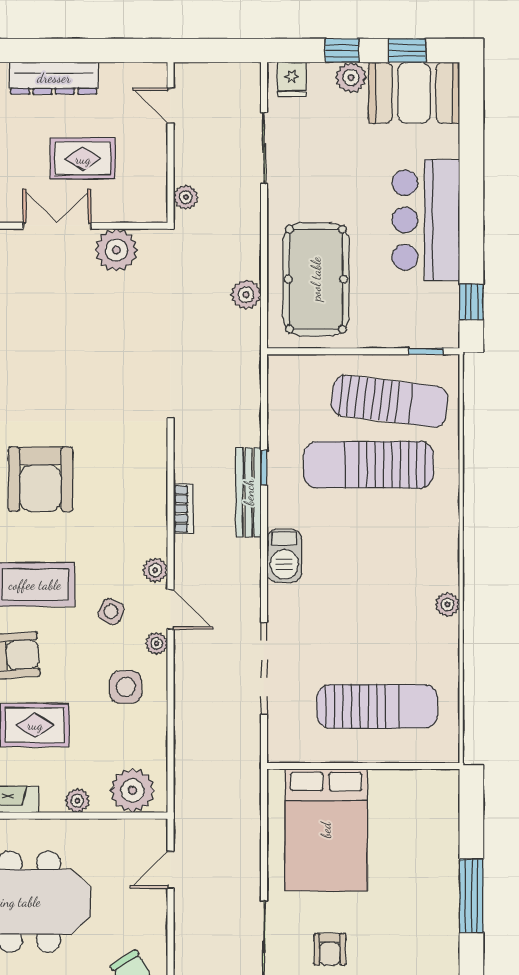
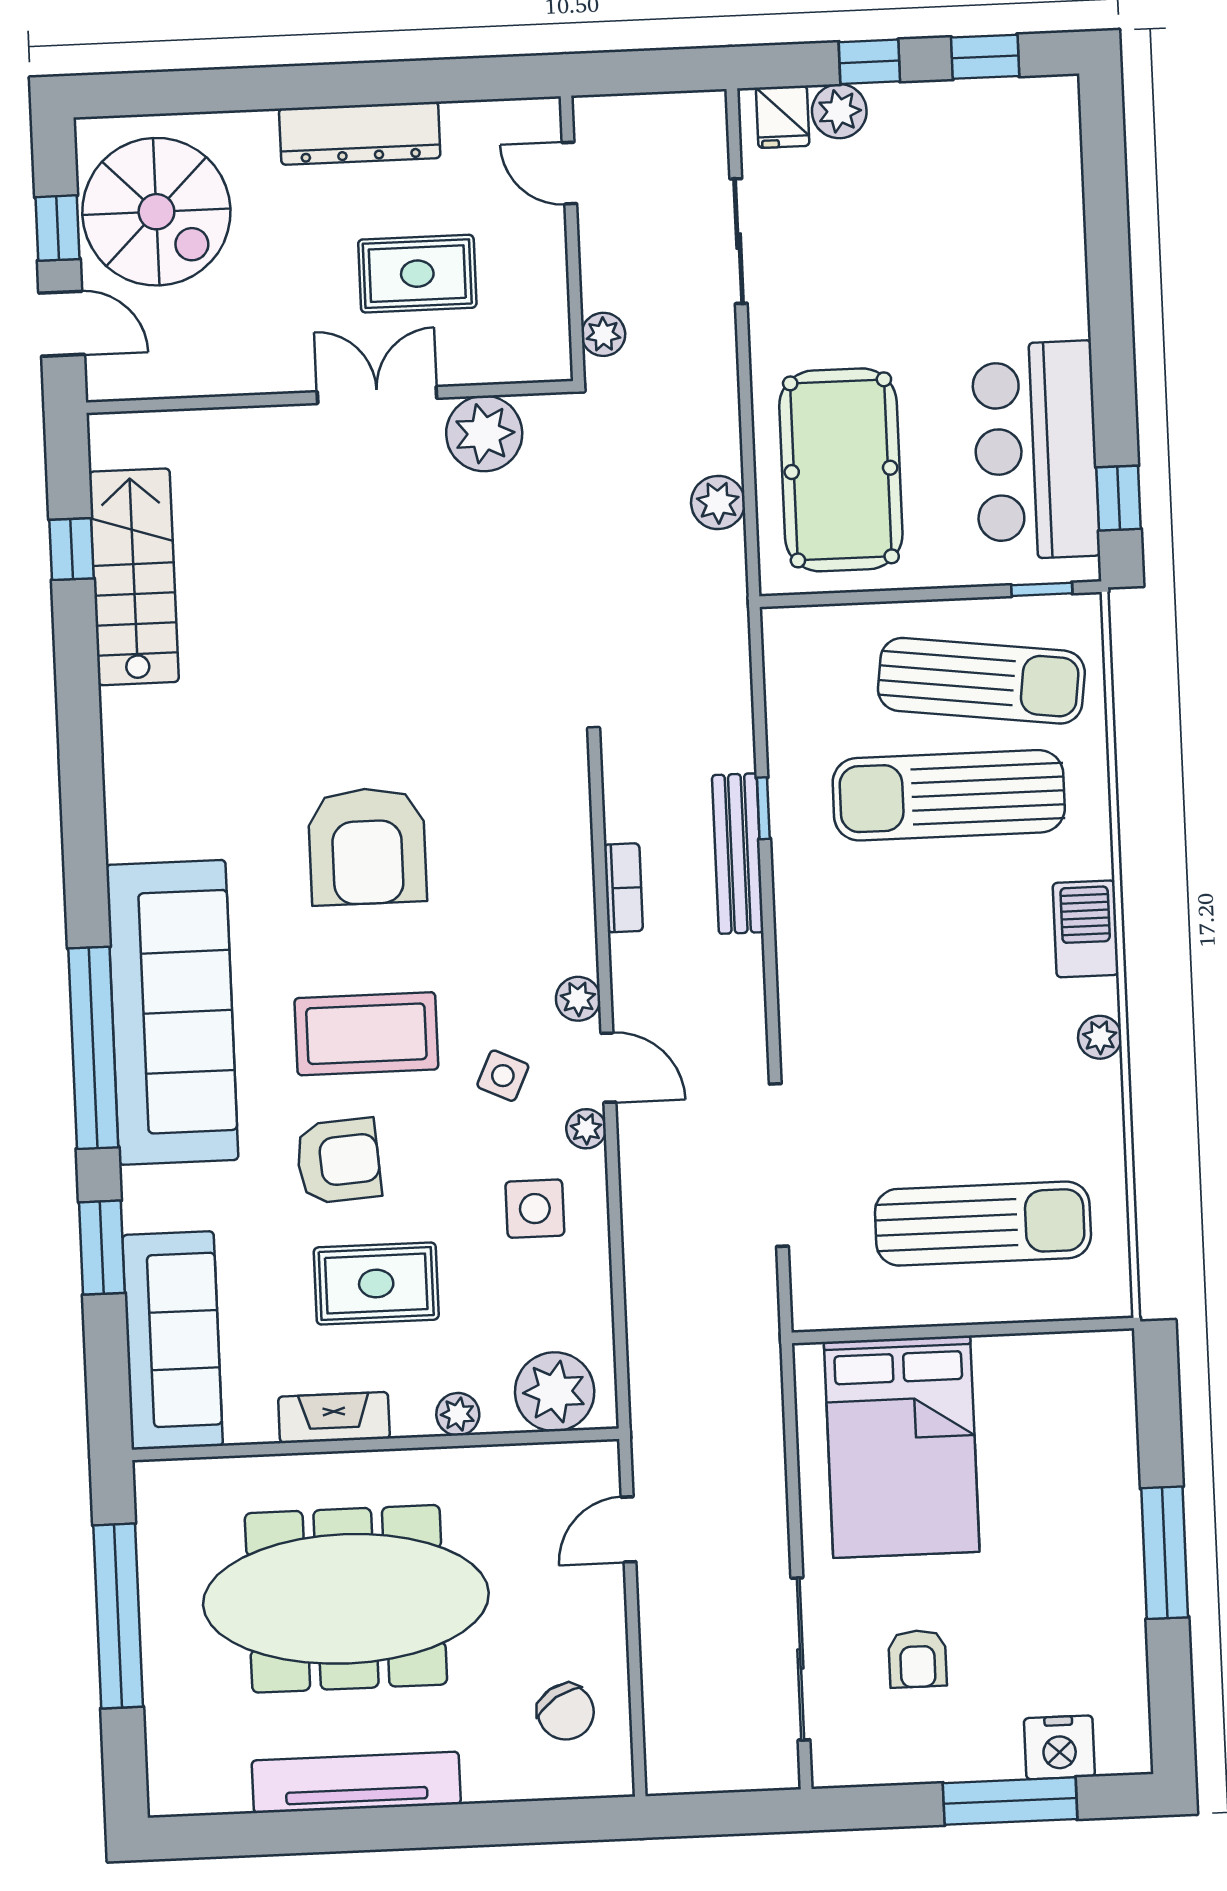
plant: (351, 78) -> (839, 111), moved
booth: (414, 93) -> (1001, 131), removed
bar counter: (426, 220) -> (1036, 450), moved
barbecue: (284, 556) -> (1086, 929), moved, turned 180

